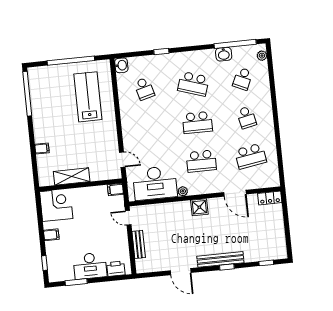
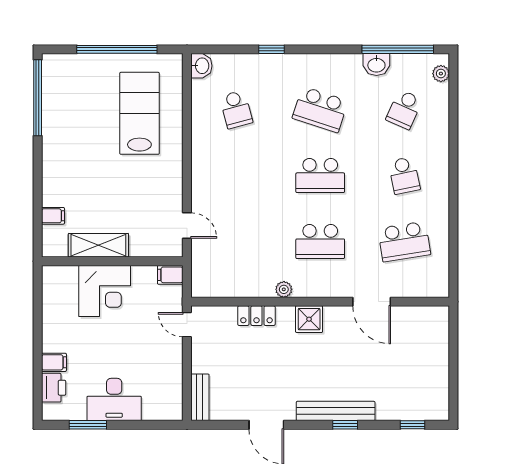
filing cabinet: (42, 149) -> (53, 216), moved
desk: (155, 183) -> (238, 271), removed
locker: (270, 198) -> (256, 316), moved
corner desk: (56, 205) -> (105, 291), moved, turned 90
filing cabinet: (51, 235) -> (54, 362), moved
bench: (139, 244) -> (200, 397), moved
window: (44, 263) -> (38, 387), removed
printer: (116, 269) -> (54, 388), moved, turned 90

